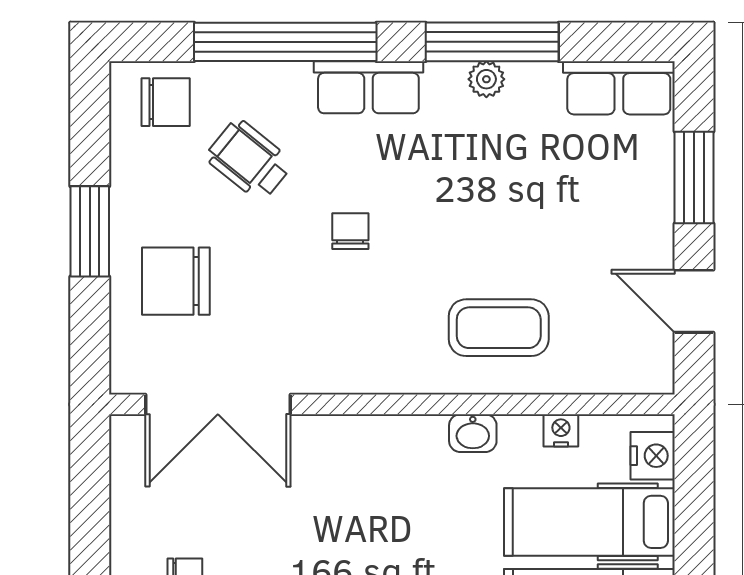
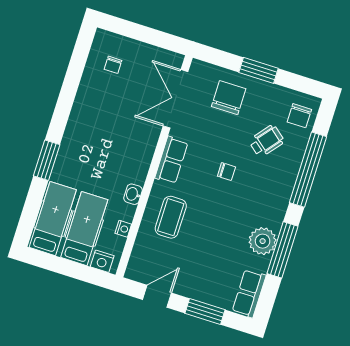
plant: (486, 79) -> (263, 241), width x1.87, depth x1.87
row of seats: (368, 87) -> (171, 160), moved, turned 180

